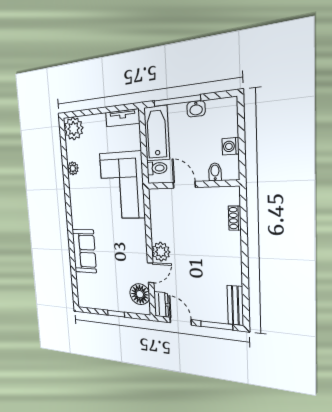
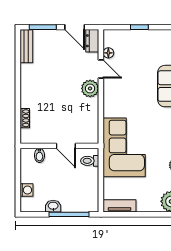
bathtub: (157, 133) -> (88, 190), removed
washing machine: (231, 146) -> (26, 190), moved
door: (151, 273) -> (101, 69), swing flipped
floor lamp: (140, 294) -> (108, 53), width x0.53, depth x0.53

